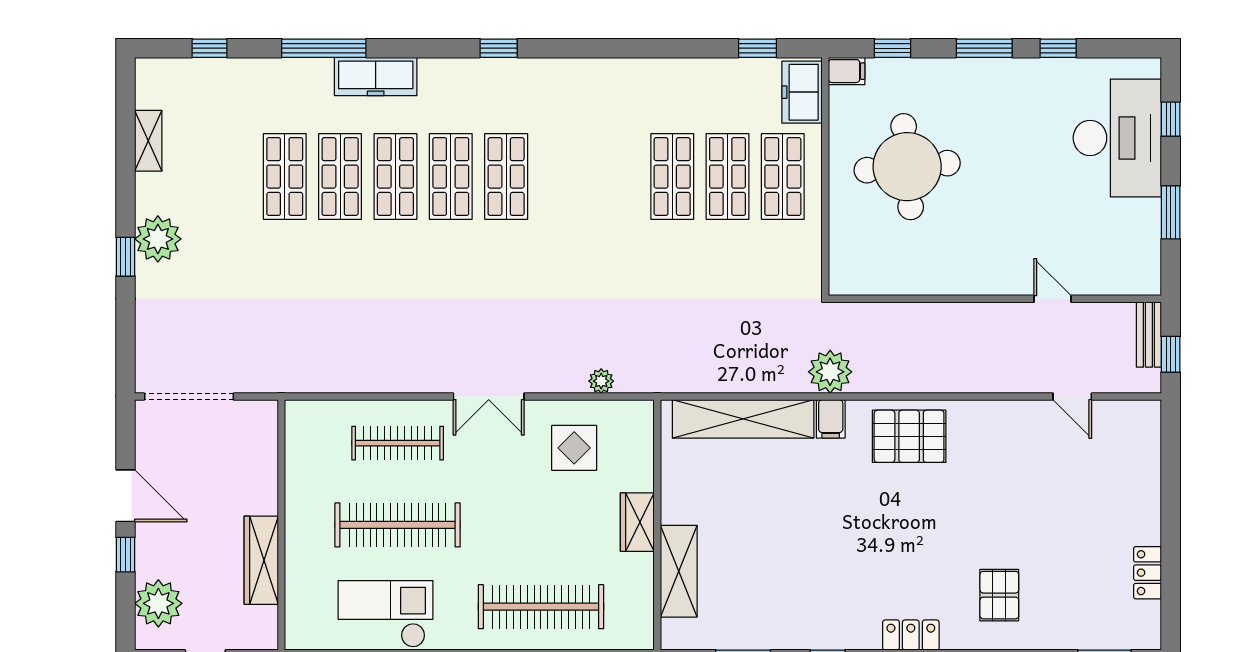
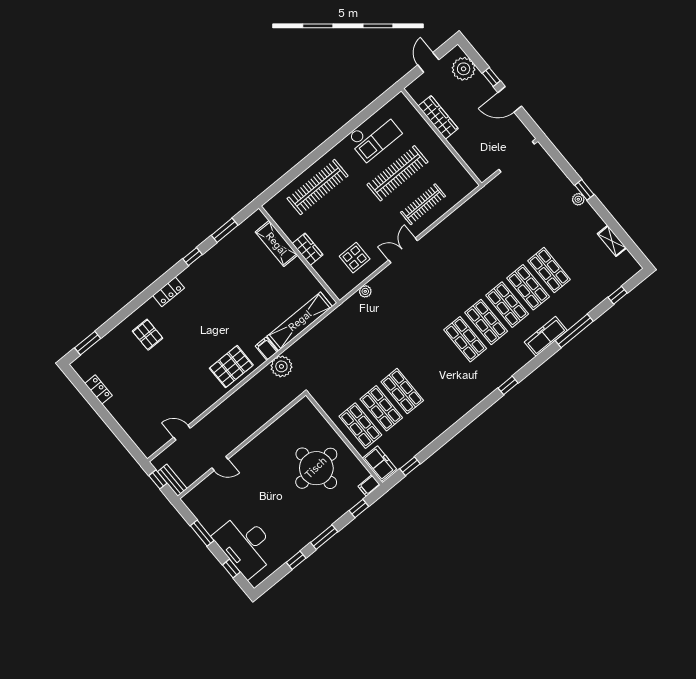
plant: (158, 239) -> (578, 199), width x0.53, depth x0.53

